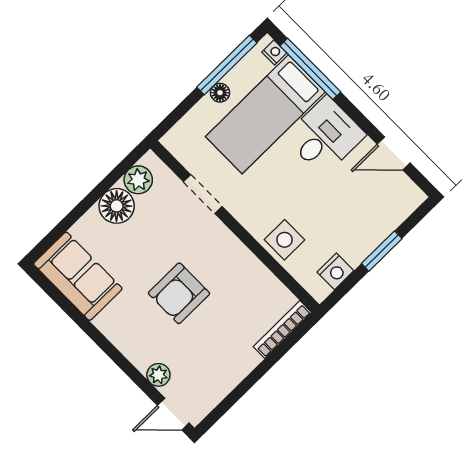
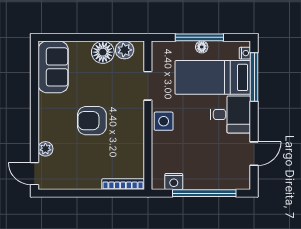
window: (227, 65) -> (199, 37), moved
door: (394, 153) -> (254, 154), swing flipped
side table: (285, 240) -> (164, 121), moved
window: (382, 251) -> (204, 193), width x2.11

